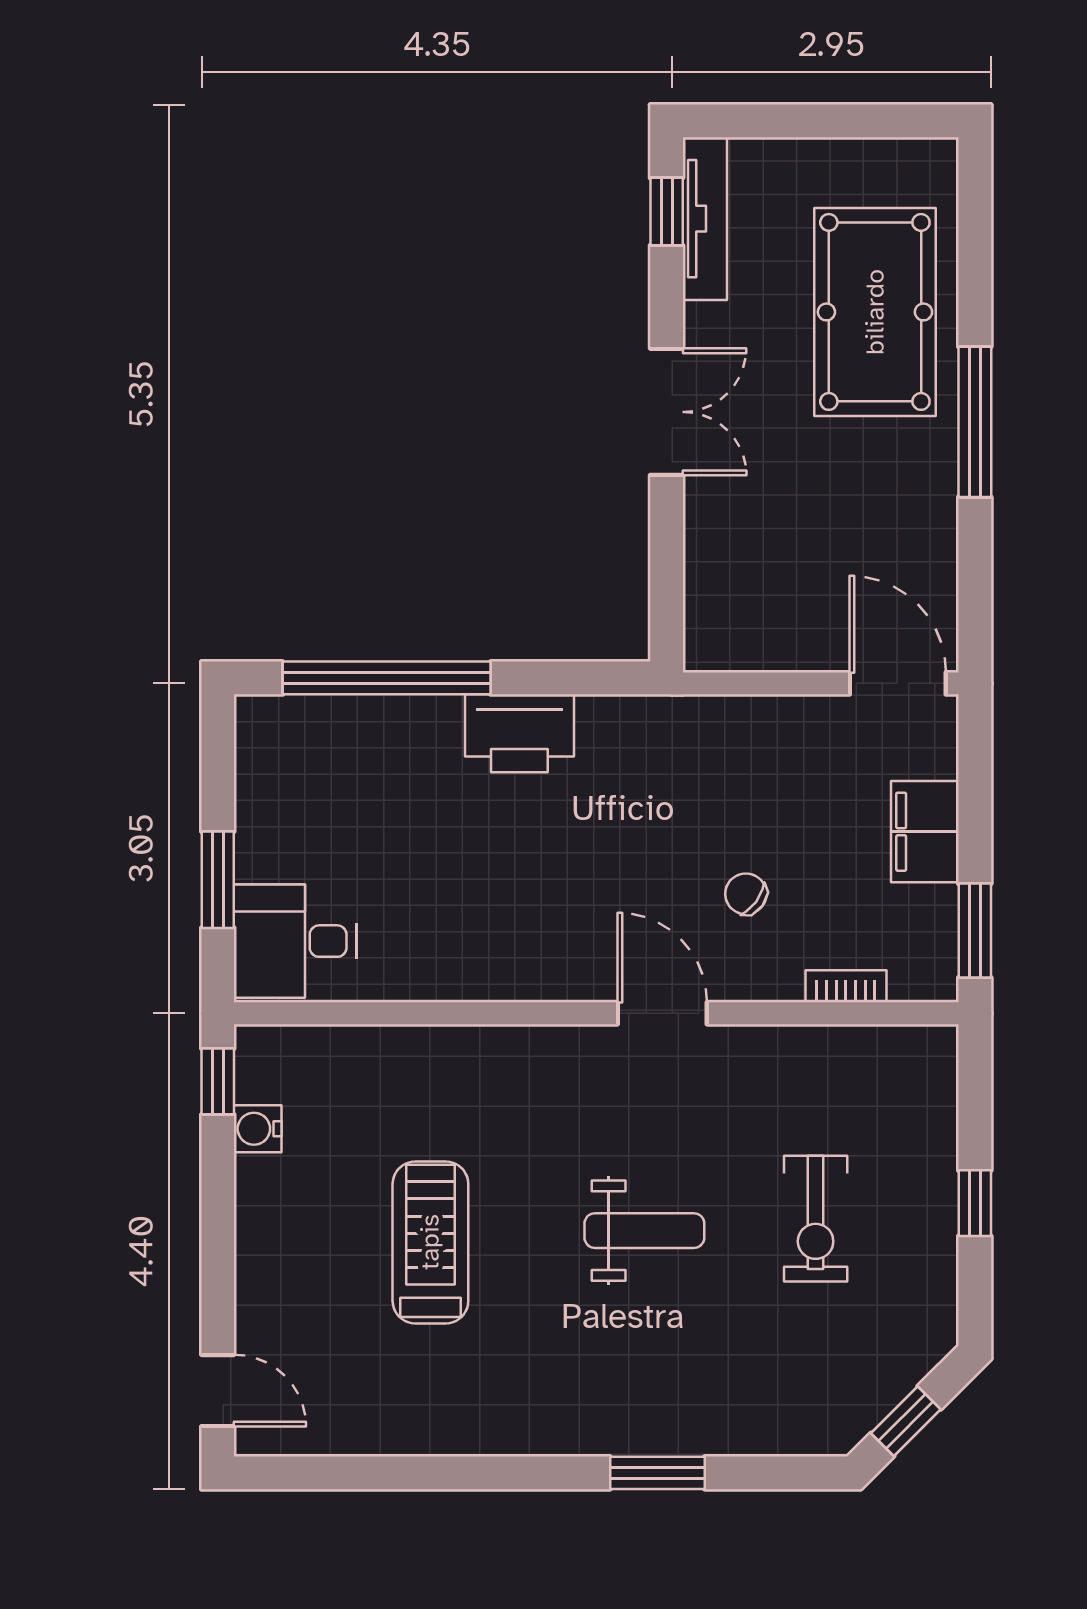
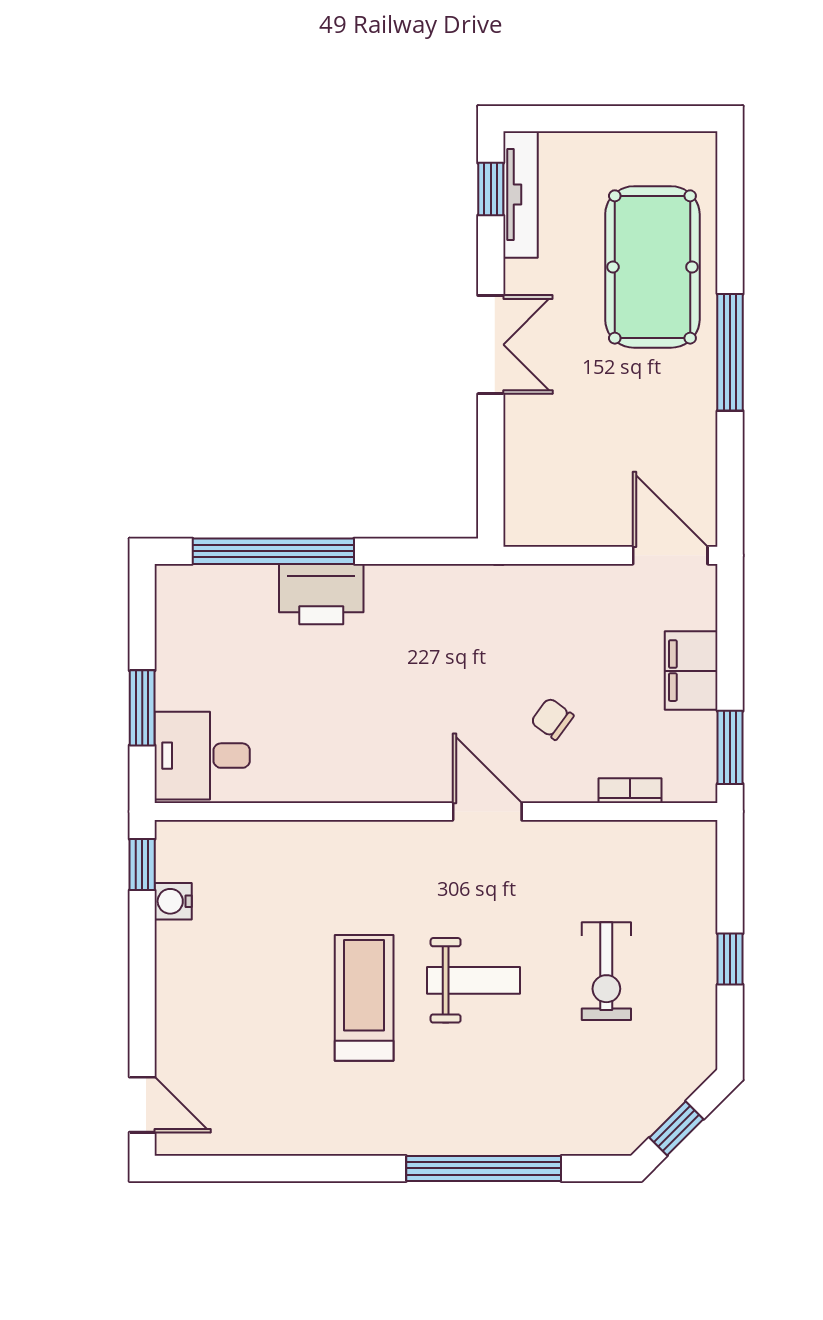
printer: (519, 733) -> (321, 594), moved
treadmill: (430, 1242) -> (364, 998), moved
window: (657, 1473) -> (484, 1168), width x2.11

